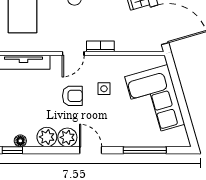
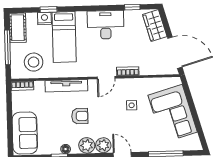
armchair: (72, 96) -> (80, 116), moved

